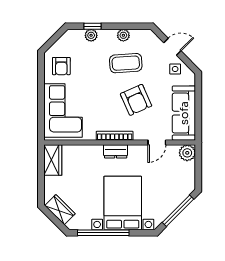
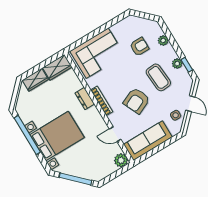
window: (92, 26) -> (187, 65), moved
armchair: (61, 66) -> (139, 47), moved, turned 180
dresser: (116, 151) -> (85, 98), moved
wardrobe: (60, 210) -> (35, 80), moved, turned 45

